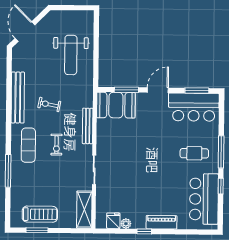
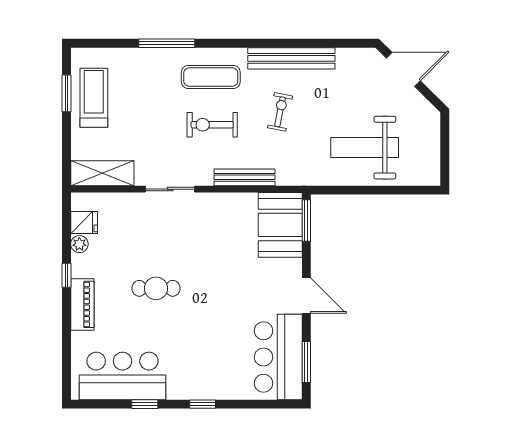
window: (126, 90) -> (306, 220), moved
exercise bike: (56, 145) -> (212, 125), width x1.38, depth x1.39
window: (221, 152) -> (203, 404), width x0.46
cafe table: (194, 153) -> (156, 288), moved, turned 90
treadmill: (40, 214) -> (94, 98), turned 180

